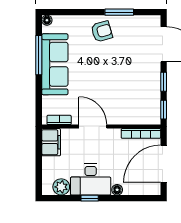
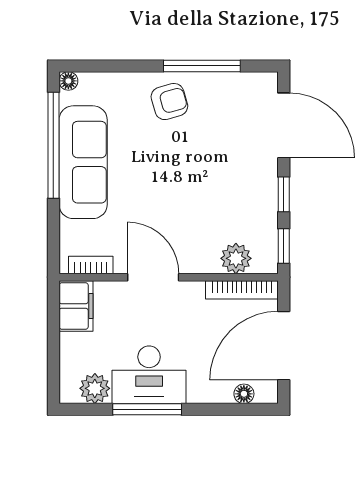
window: (119, 12) -> (202, 66), width x1.44
window: (39, 55) -> (53, 145), width x1.46
plant: (138, 116) -> (236, 258), added
floor lamp: (117, 190) -> (244, 394), moved
window: (90, 198) -> (147, 409), width x2.17

